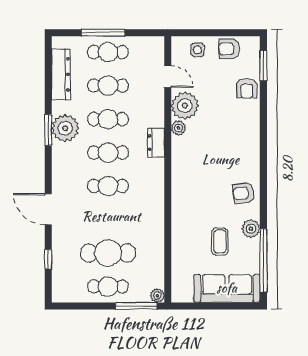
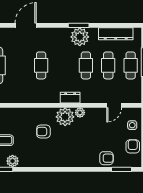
armchair: (247, 88) -> (106, 158), turned 180
plant: (185, 106) -> (65, 117), moved
cafe table: (108, 153) -> (63, 65), removed
armchair: (244, 193) -> (43, 131), moved, turned -81

